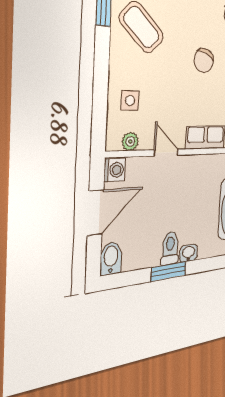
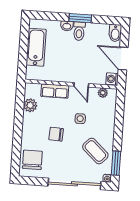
chair: (204, 60) -> (56, 134), turned -108
side table: (130, 100) -> (80, 119), moved
door: (96, 213) -> (123, 58), hinge flipped

